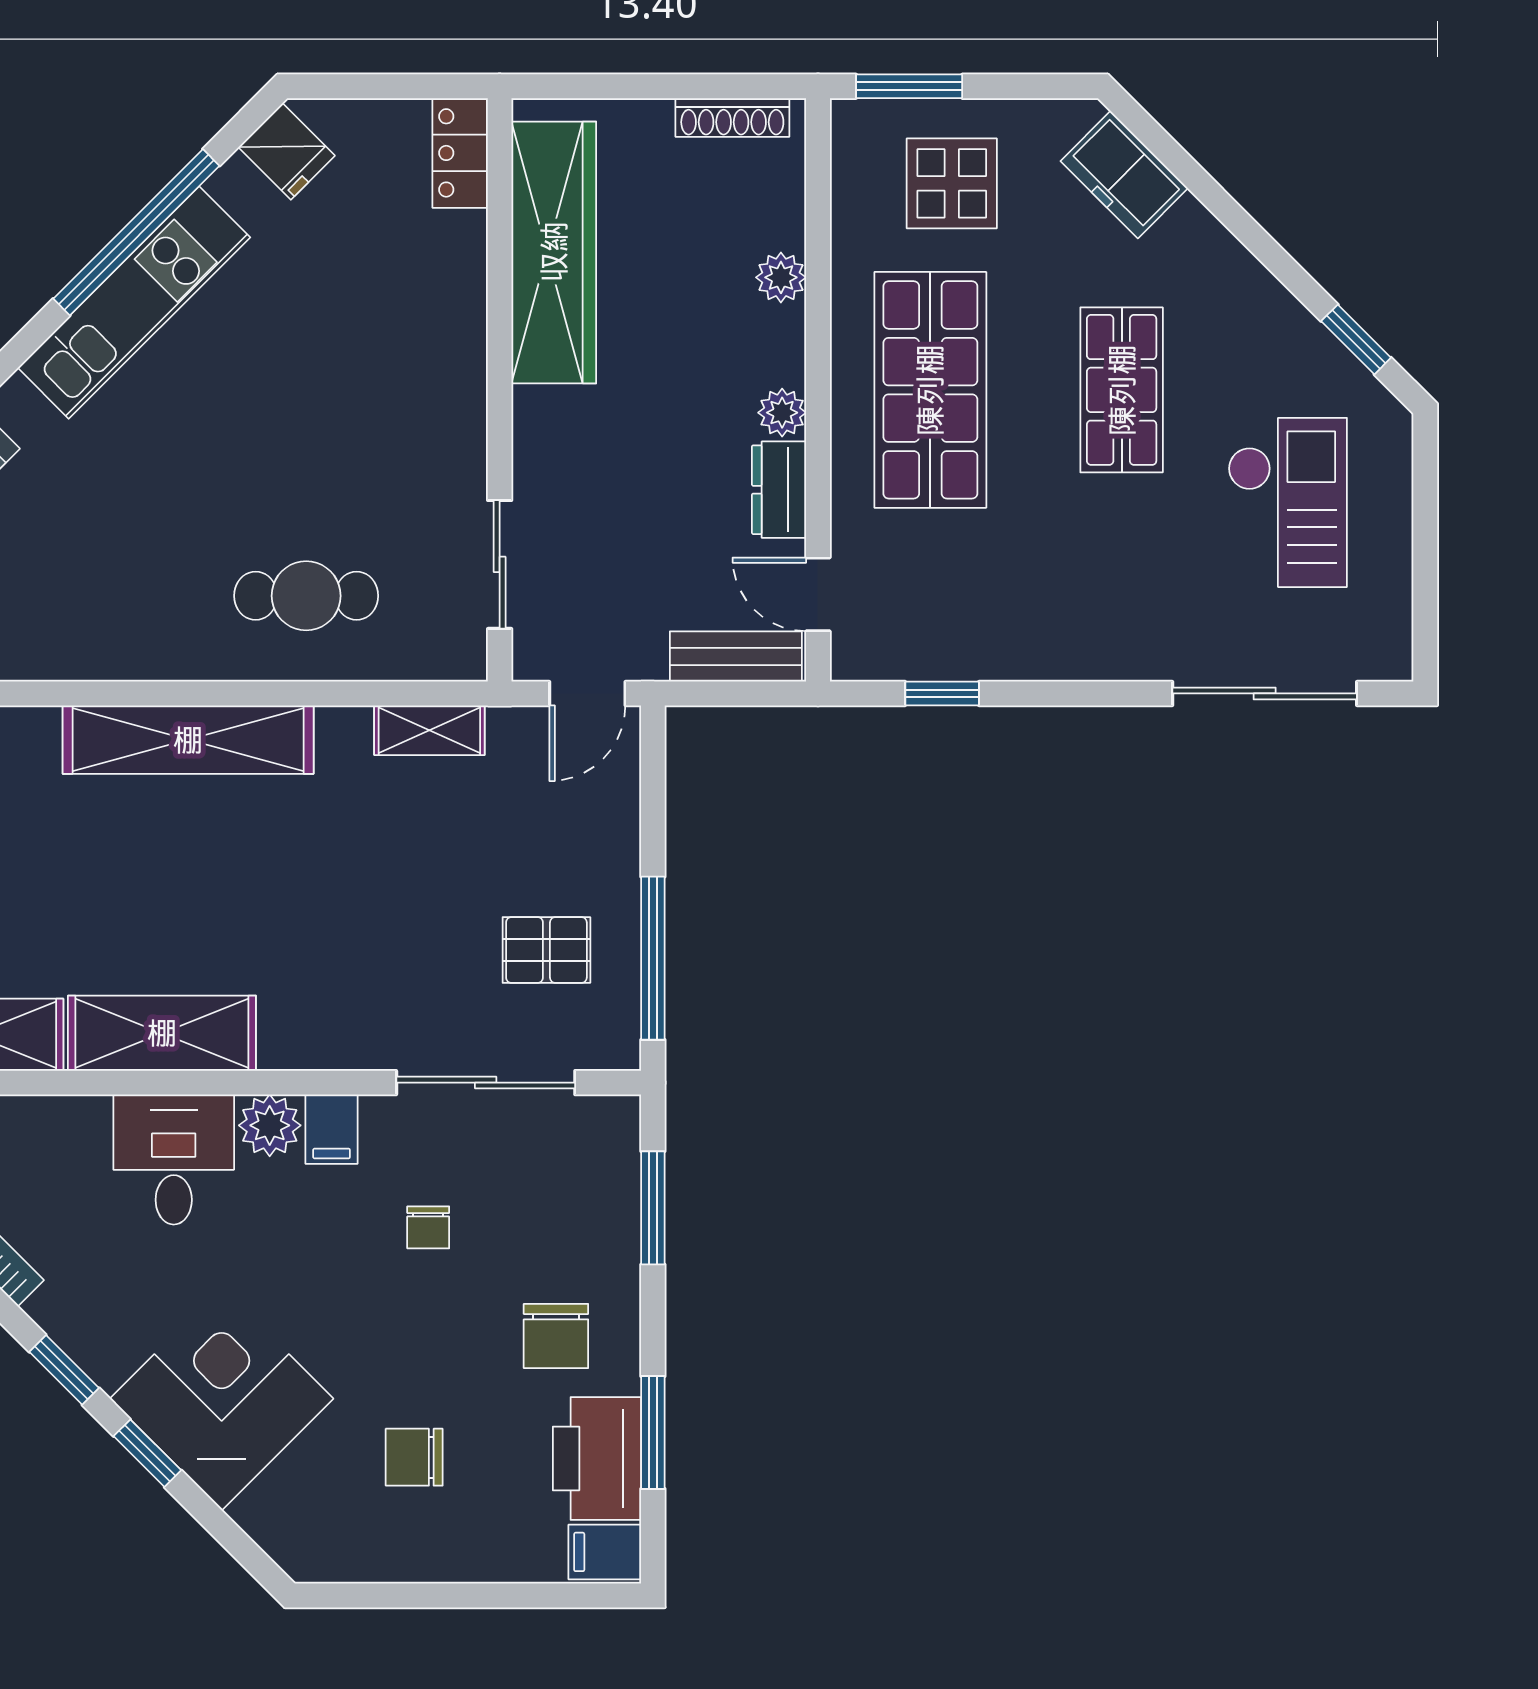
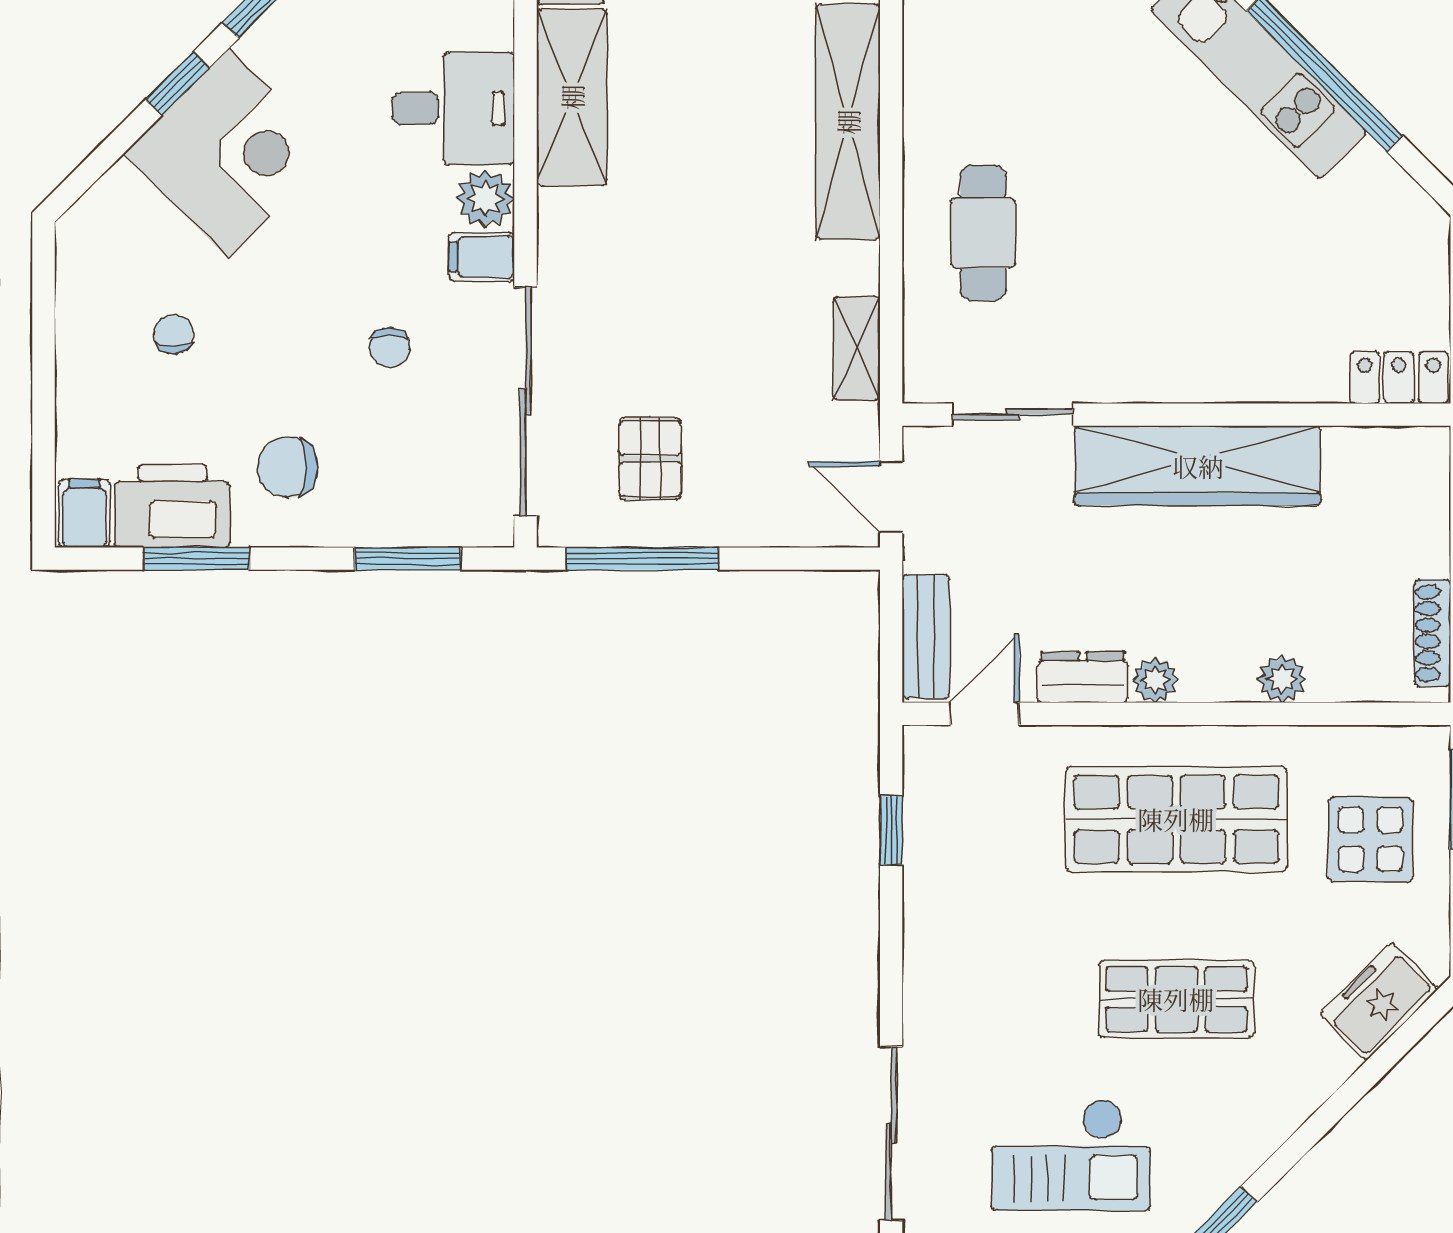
fridge: (287, 151) -> (1400, 214), removed
wardrobe: (554, 252) -> (1198, 466), moved
sliding door: (486, 1083) -> (526, 402), width x1.36
chair: (428, 1227) -> (389, 347), turned -90
chair: (414, 1457) -> (174, 334), width x0.73, depth x0.73

